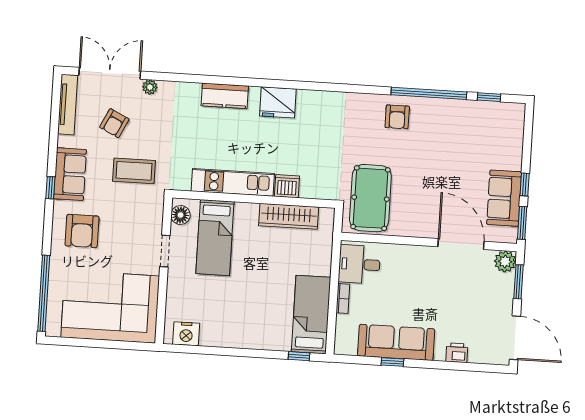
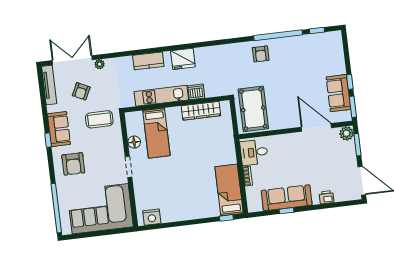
kitchen unit: (233, 182) -> (161, 96), moved
dishwasher: (287, 186) -> (196, 92), moved
wall: (254, 199) -> (177, 104), moved
wardrobe: (289, 216) -> (201, 111), moved
bed: (215, 238) -> (156, 133), moved

